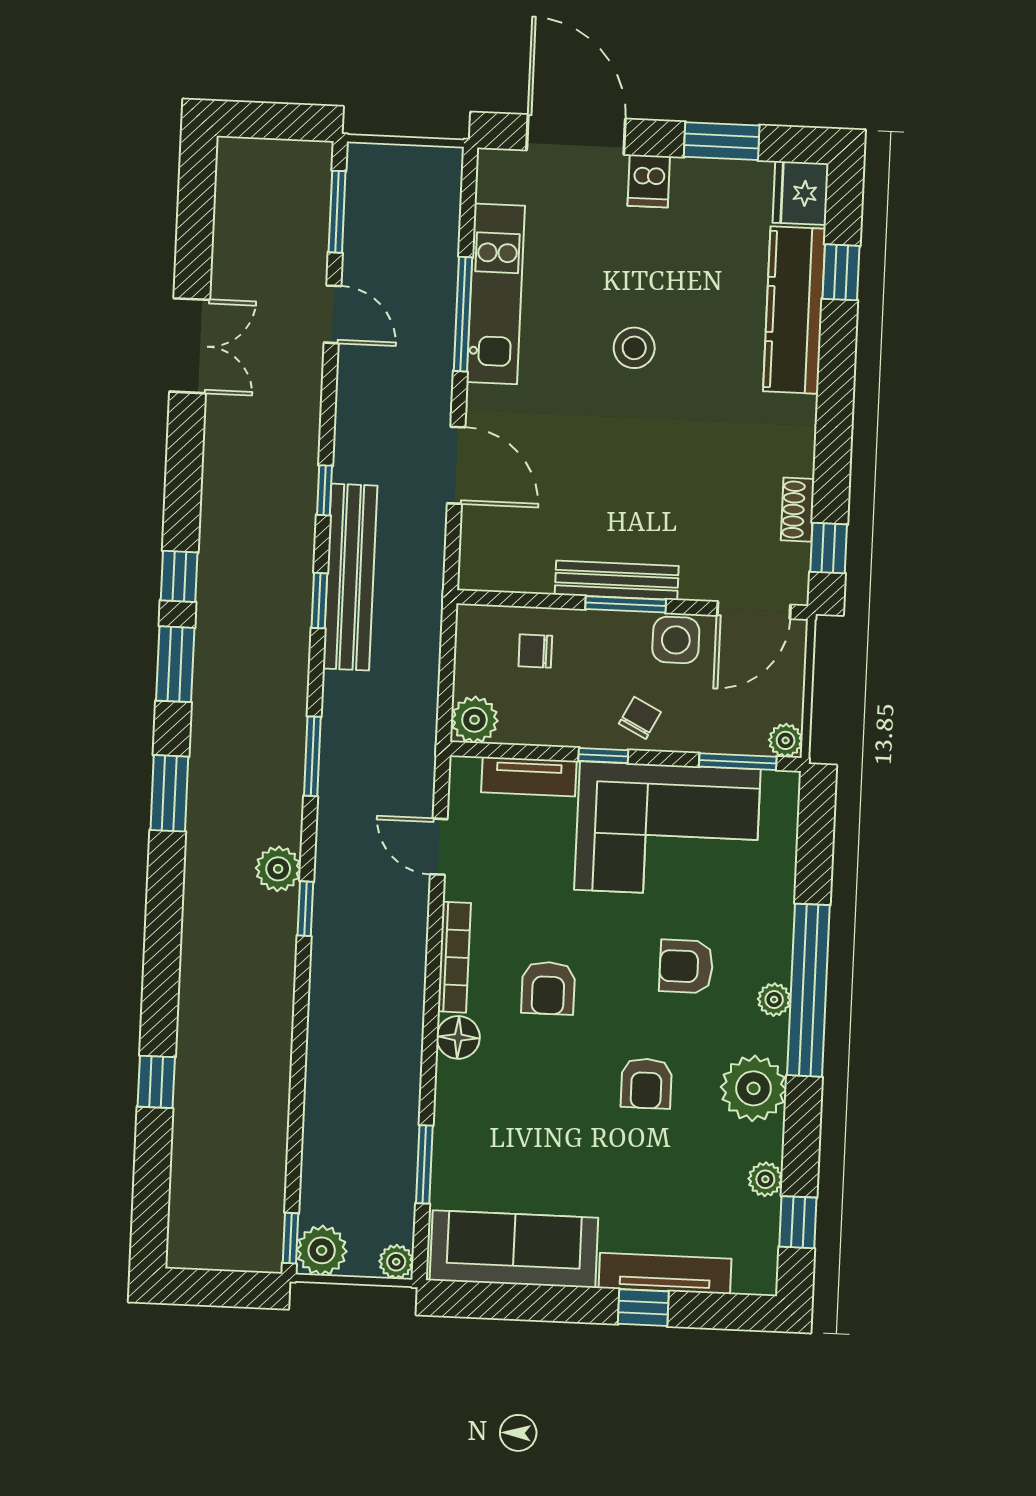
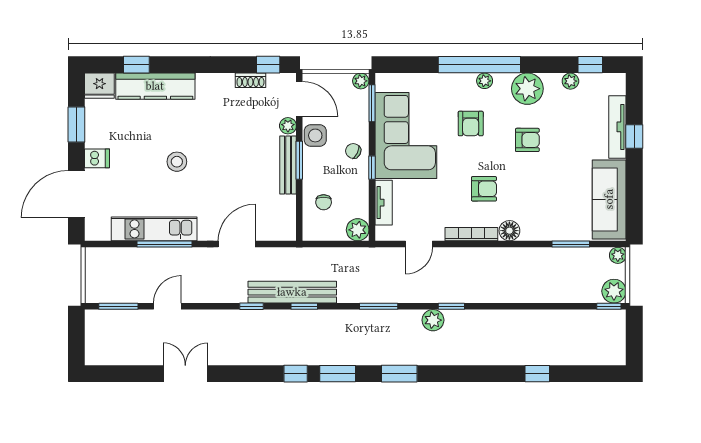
plant: (699, 584) -> (288, 126), added

